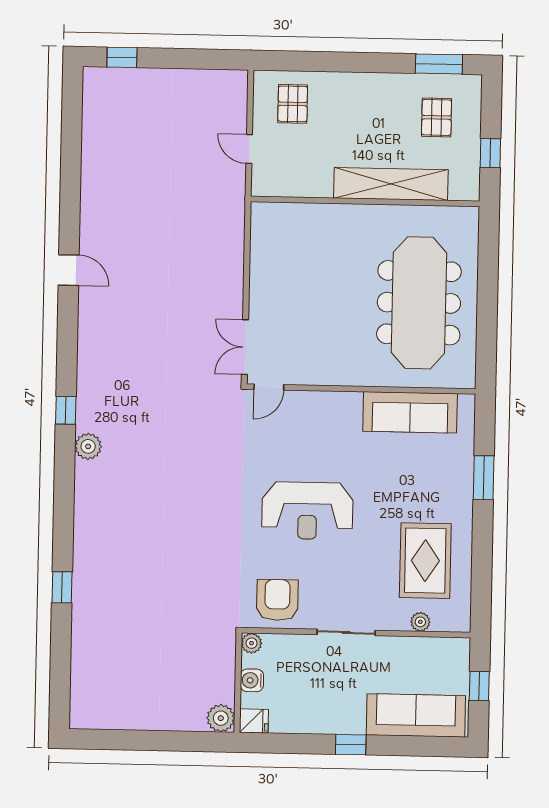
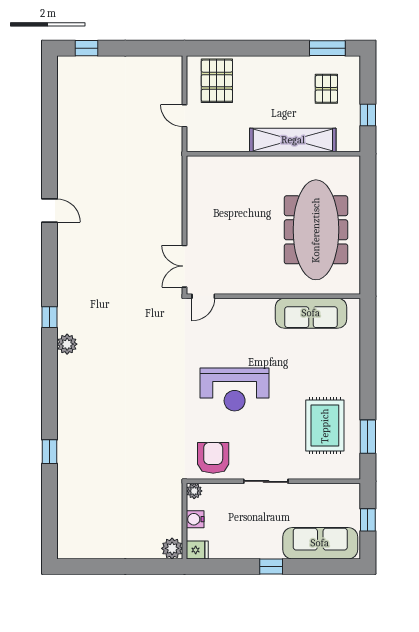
pallet: (293, 104) -> (217, 81), width x1.50, depth x1.42
window: (484, 478) -> (368, 437), moved
plant: (420, 622) -> (322, 472), removed

